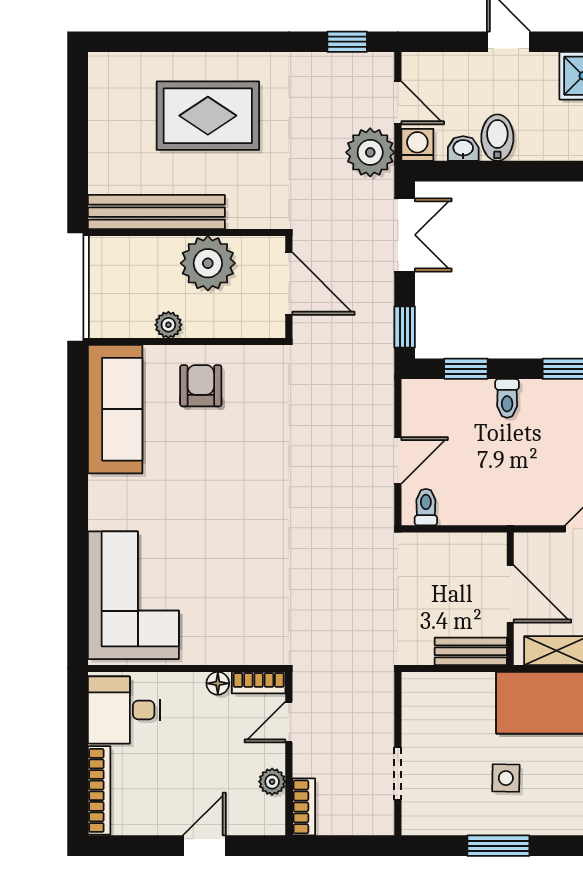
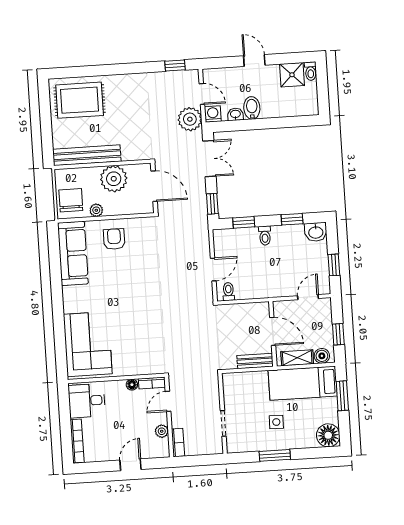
rug: (208, 116) -> (80, 100), moved
chair: (118, 301) -> (71, 200), added

